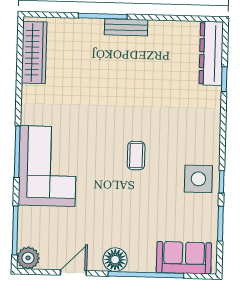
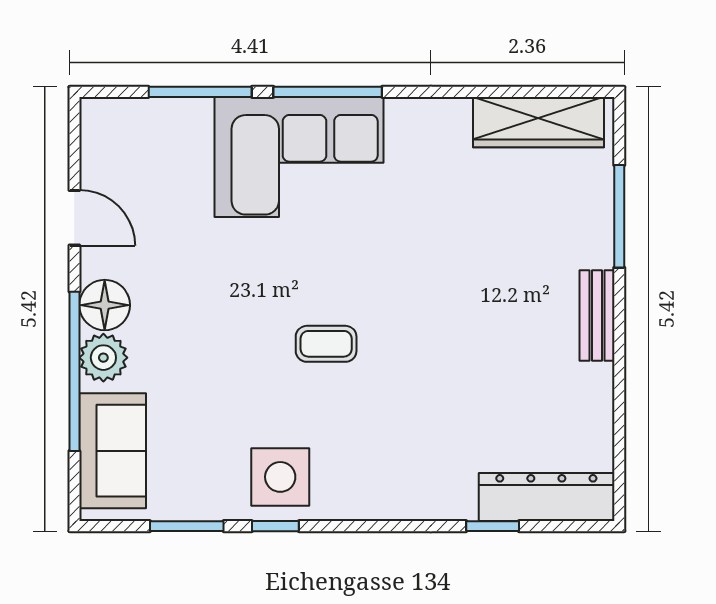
window: (103, 16) -> (619, 216), moved
window: (15, 230) -> (200, 92), moved
plant: (28, 258) -> (103, 358), moved

